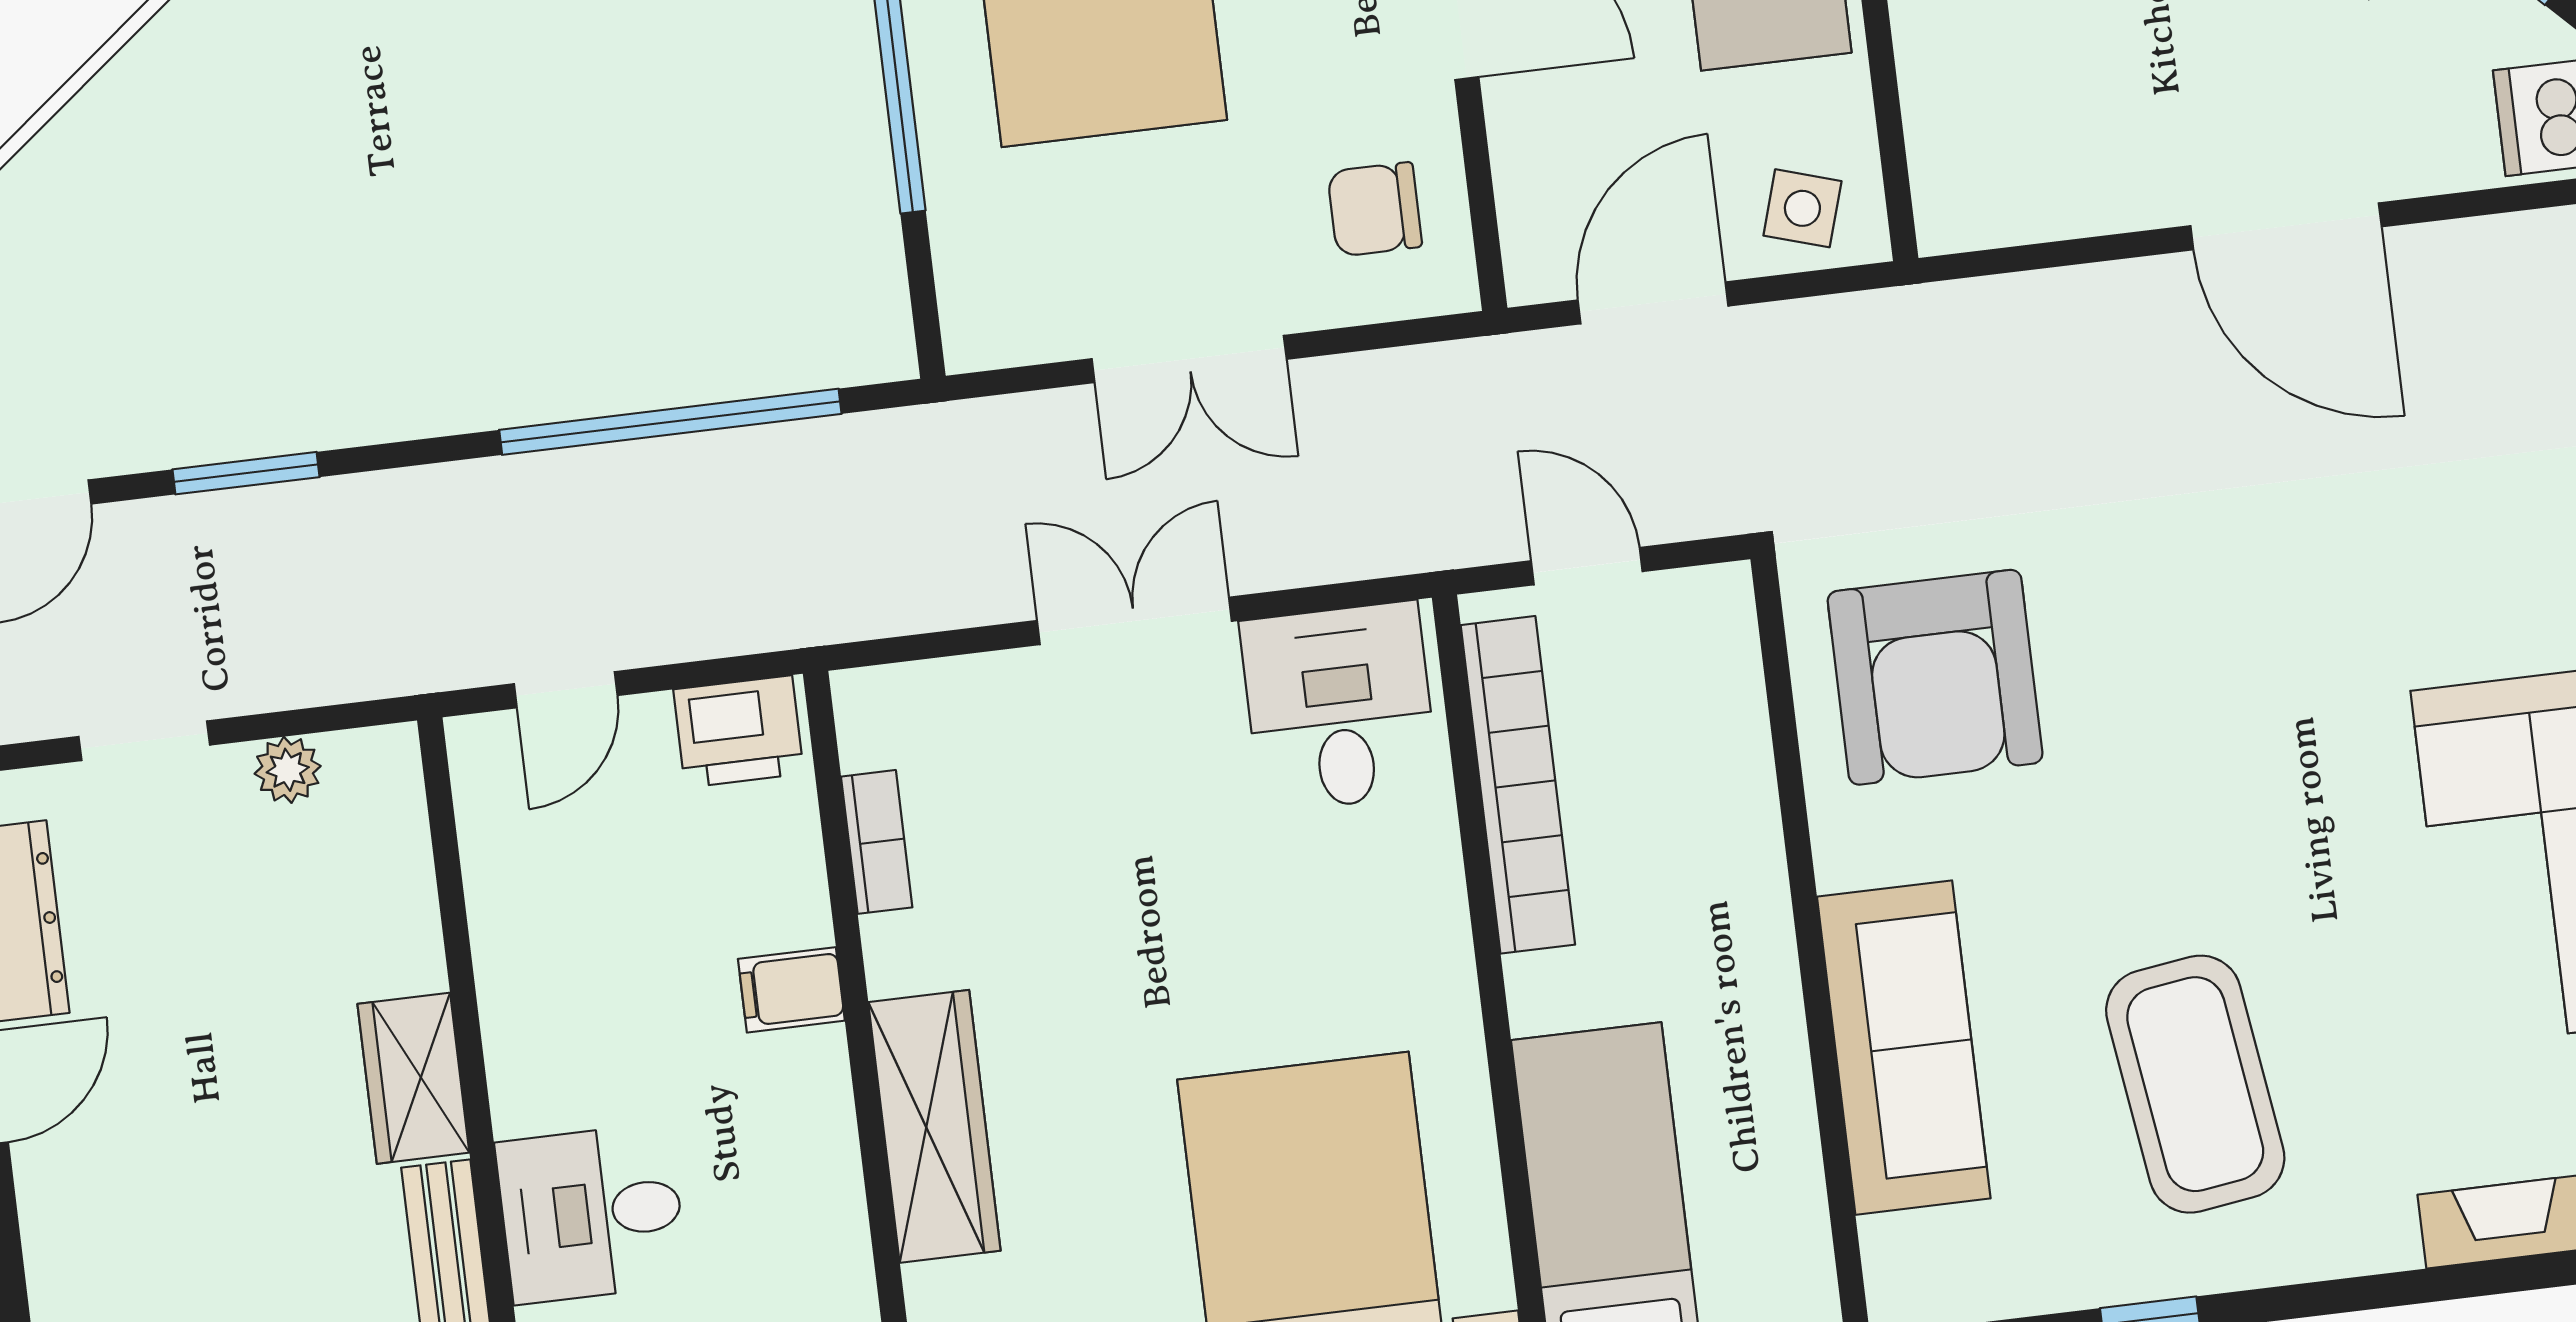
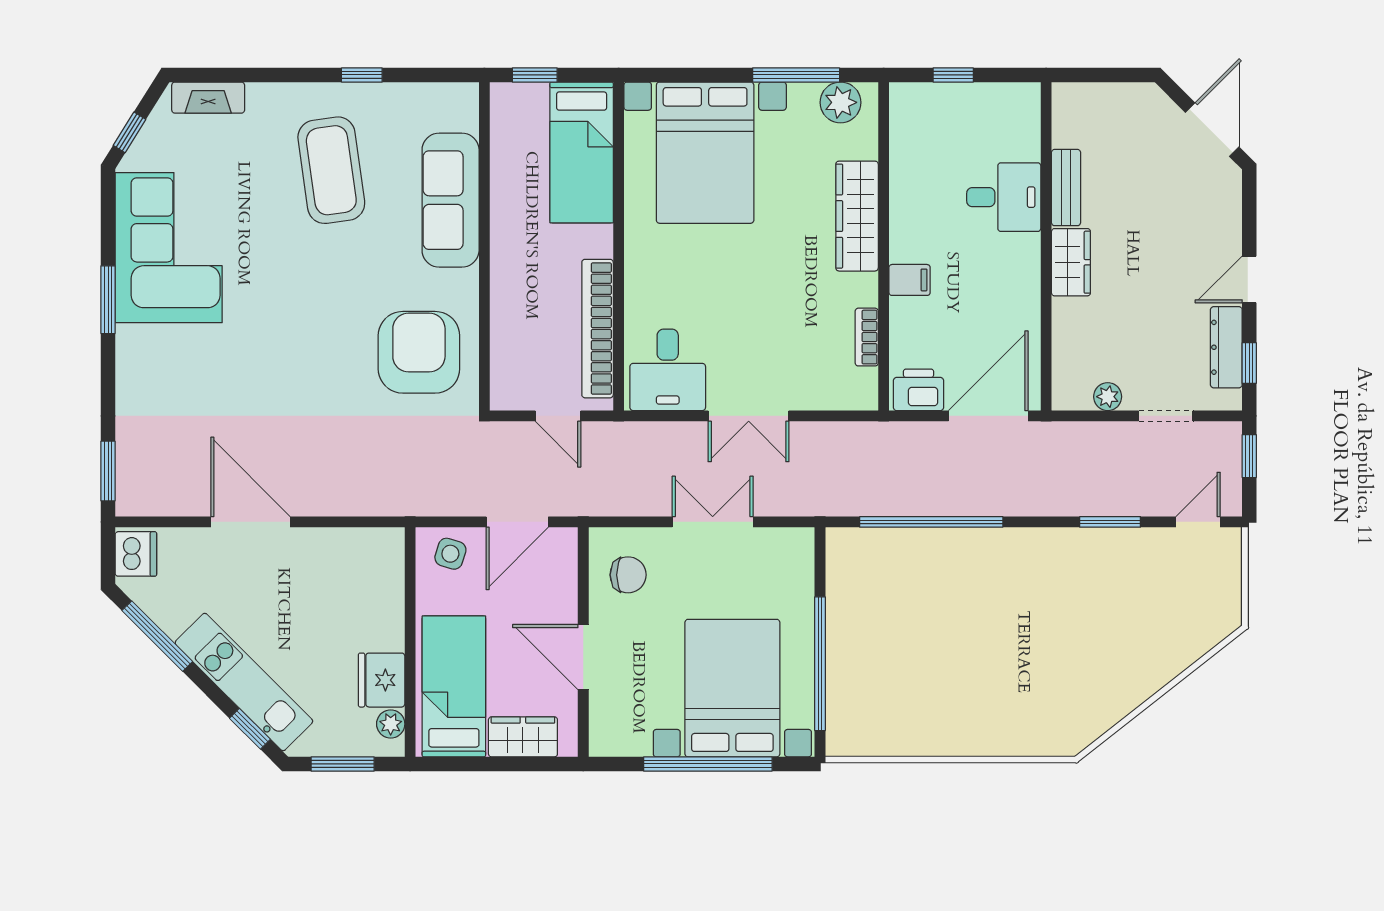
door: (566, 690) -> (988, 416), width x1.88

